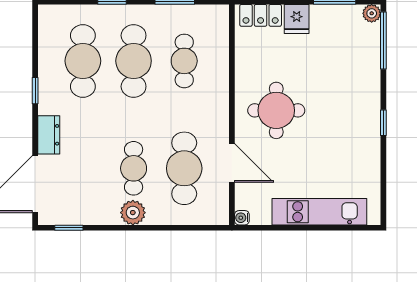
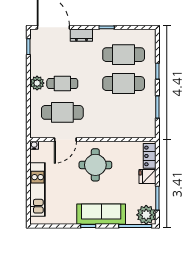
plant: (372, 13) -> (146, 215), width x1.88, depth x1.88
cafe table: (184, 61) -> (124, 112), removed
sofa: (363, 100) -> (101, 214), added

